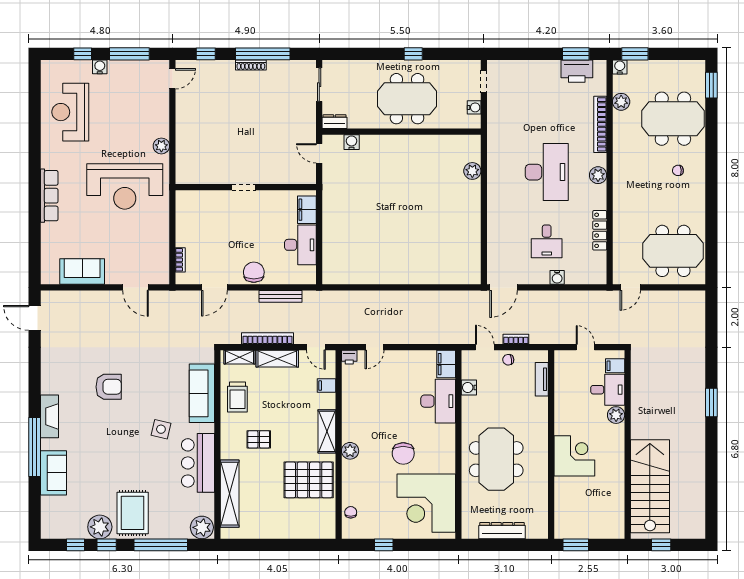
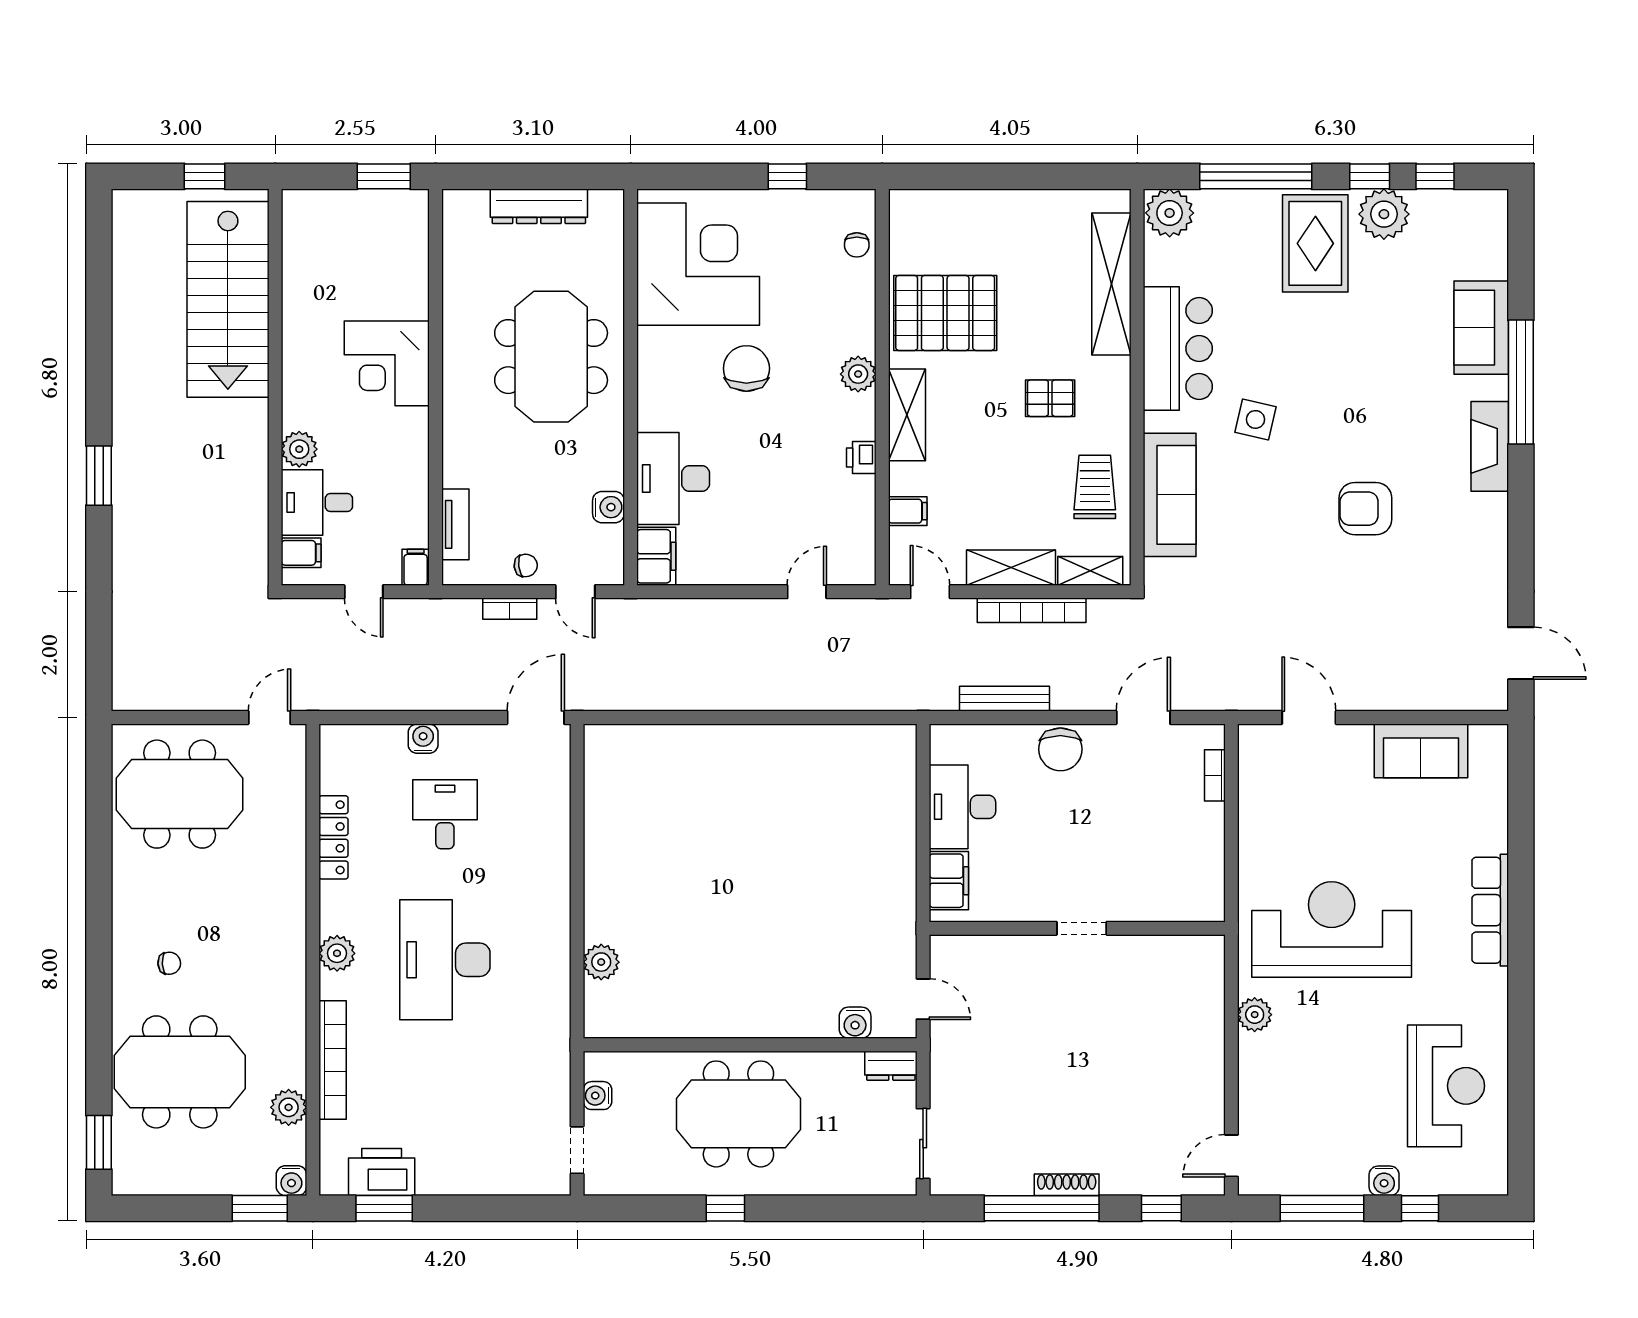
printer: (349, 357) -> (861, 457), moved, turned -90
filing cabinet: (561, 359) -> (416, 567), added

